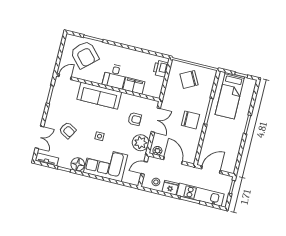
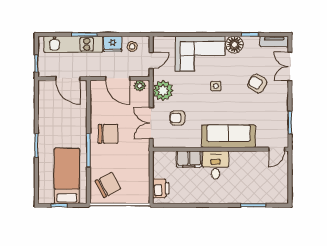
armchair: (85, 55) -> (259, 183), removed
chair: (189, 79) -> (108, 185), moved
chair: (190, 120) -> (108, 134), turned 180
door: (211, 170) -> (68, 78), hinge flipped

